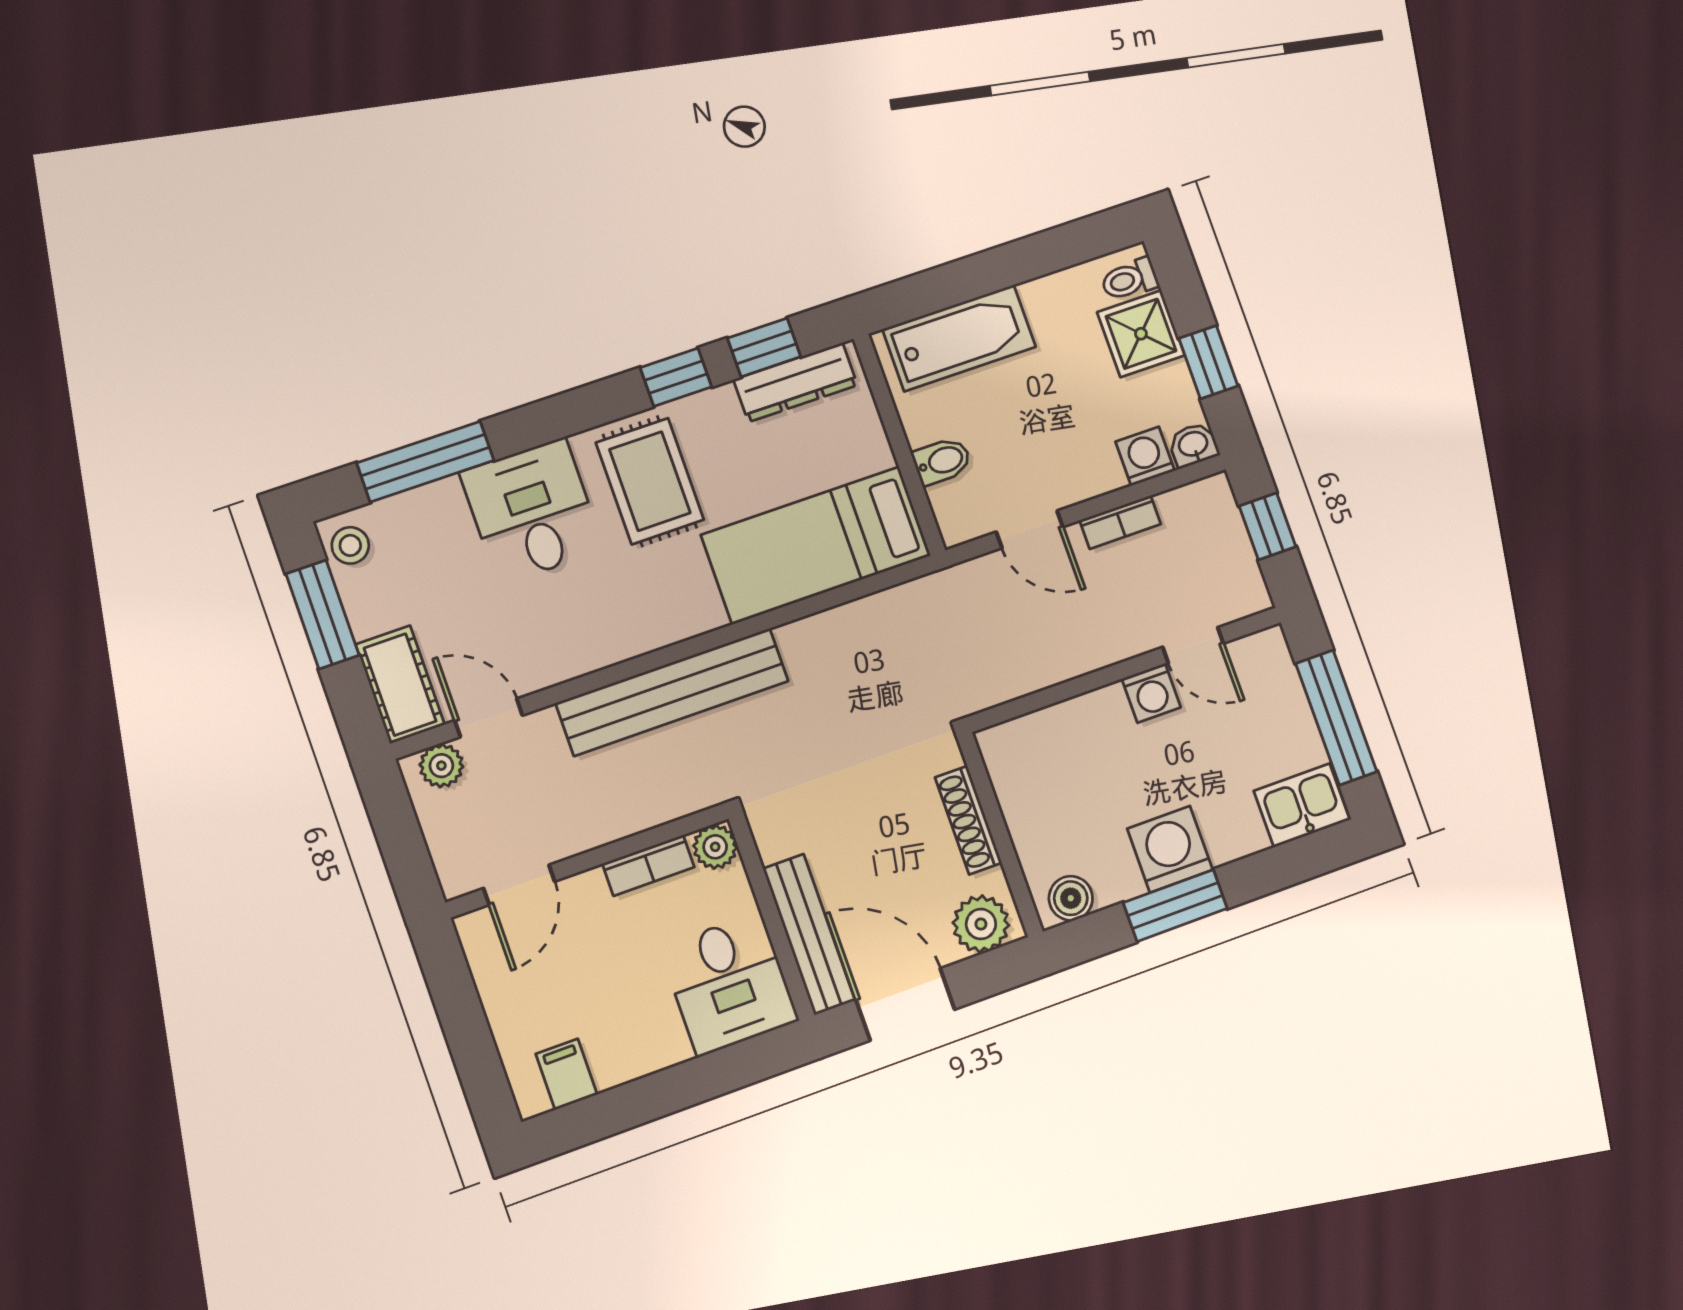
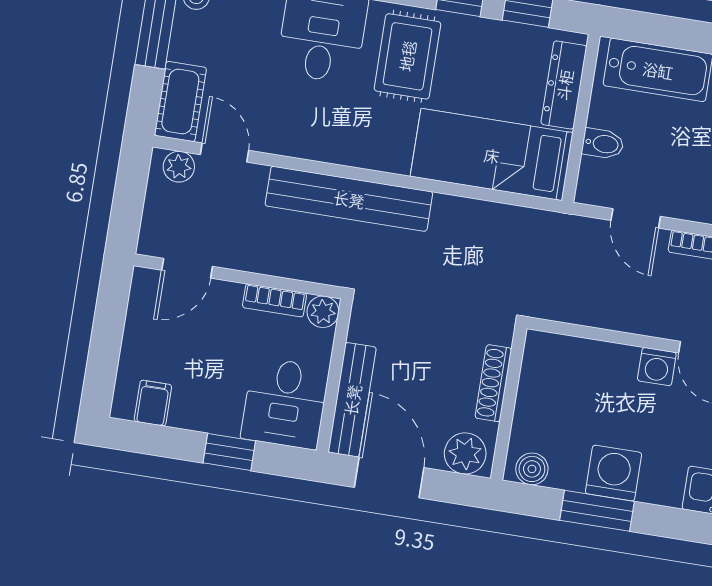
dresser: (796, 382) -> (564, 85), moved, turned 90
window: (693, 1082) -> (229, 452), added

